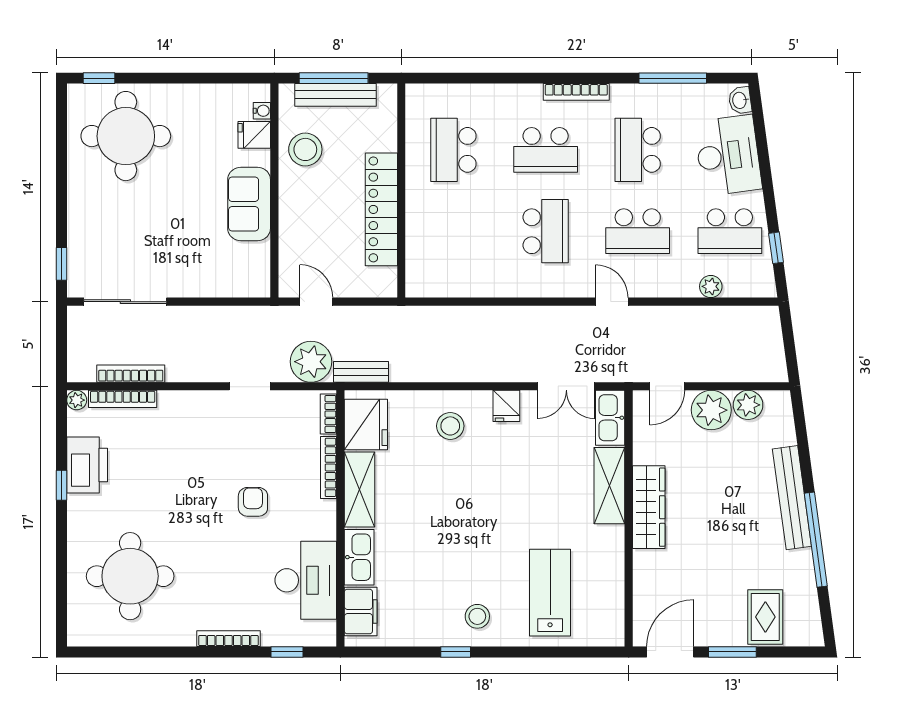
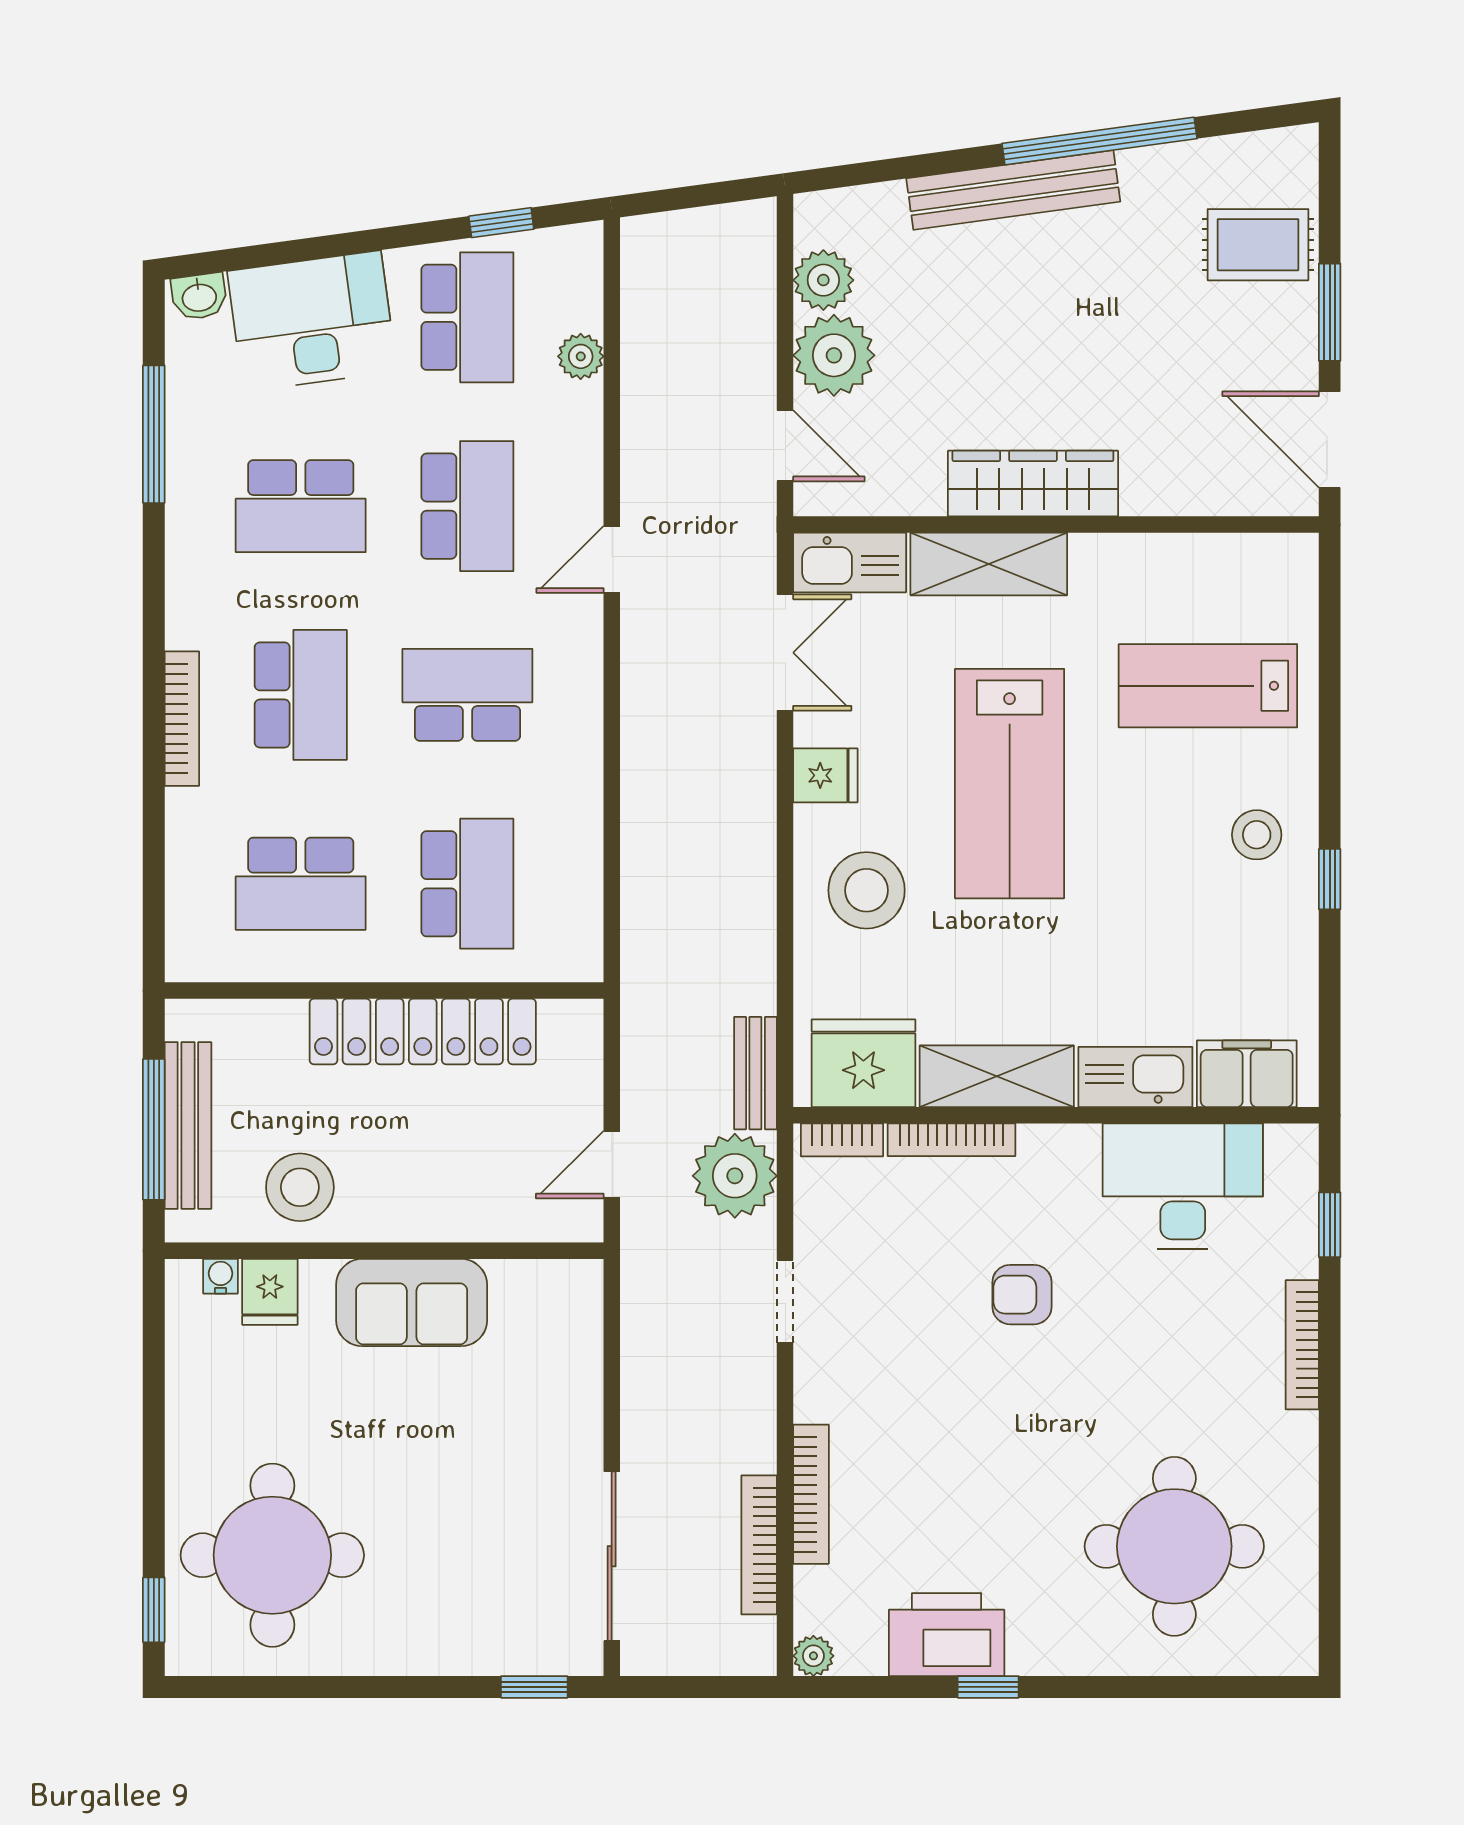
bookcase: (576, 92) -> (182, 719), moved
school desk: (453, 231) -> (467, 884), added
bookcase: (123, 399) -> (811, 1494), moved
stool: (450, 426) -> (867, 890), width x1.38, depth x1.38
lab bench: (502, 496) -> (1010, 784), added

